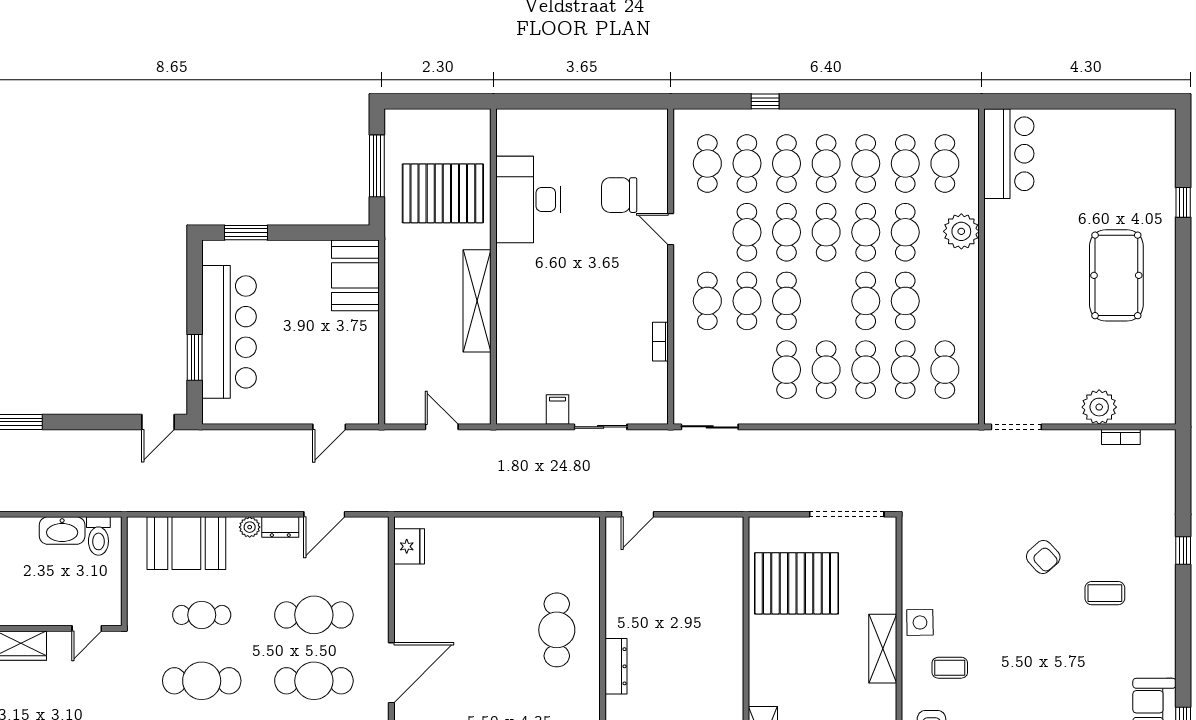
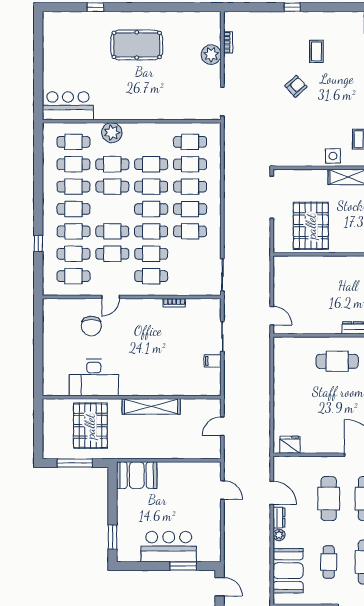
cafe table: (826, 232) -> (151, 209), moved
bar counter: (229, 332) -> (169, 547), width x0.73

